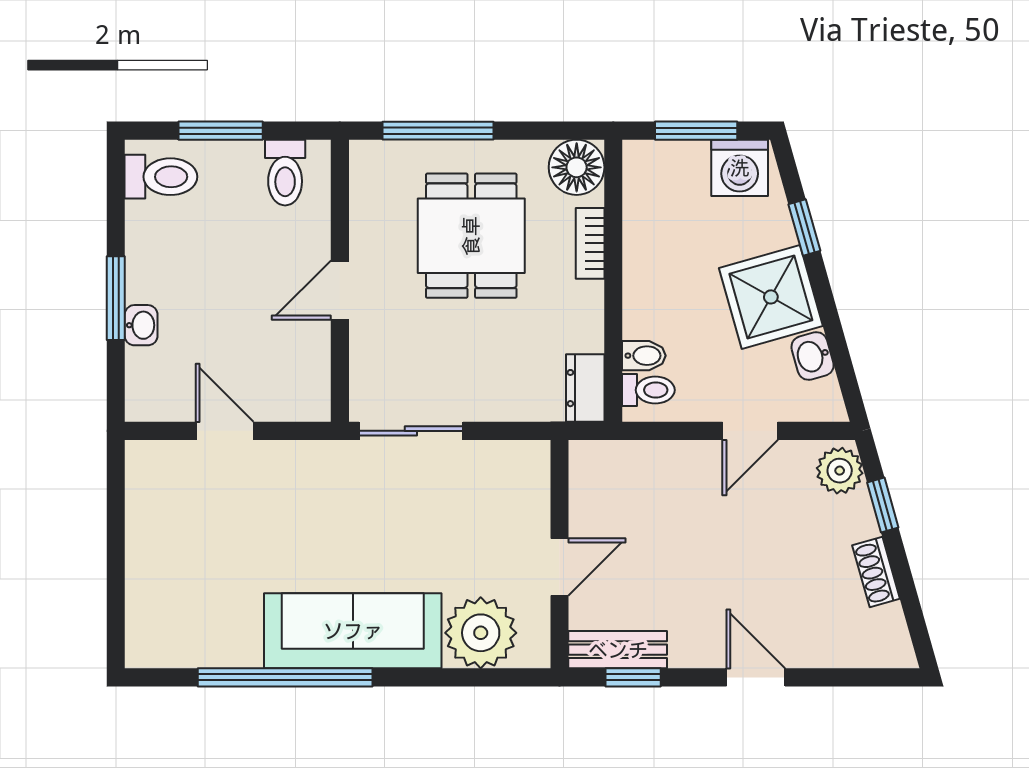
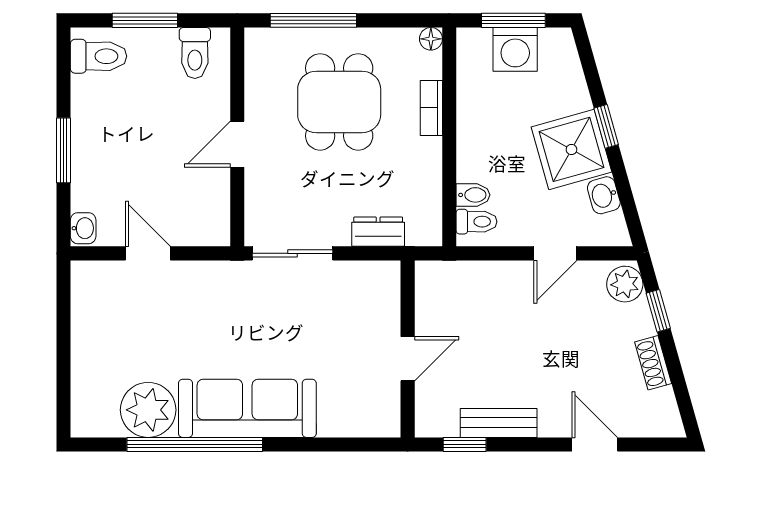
floor lamp: (577, 167) -> (431, 39), width x0.53, depth x0.53
washing machine: (740, 168) -> (515, 49), moved
window: (804, 227) -> (606, 126), moved
washbasin: (141, 325) -> (83, 228), moved
dresser: (585, 388) -> (378, 232), moved, turned 90
plant: (481, 633) -> (148, 410), moved
bench: (618, 650) -> (499, 423), moved
door: (756, 677) -> (595, 444), moved

